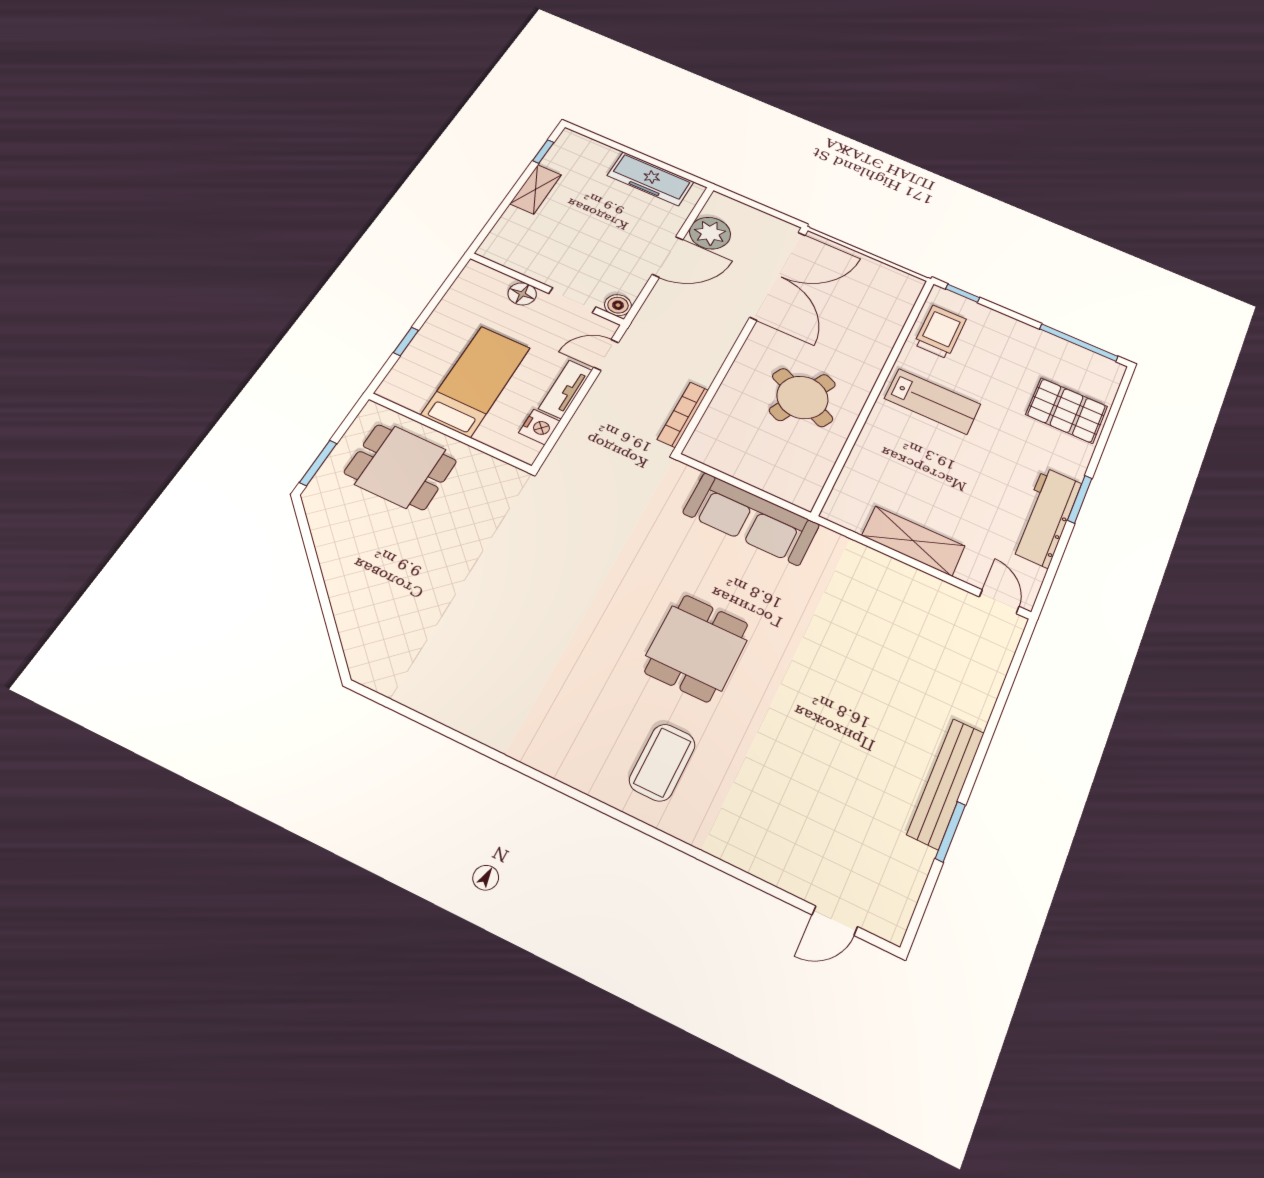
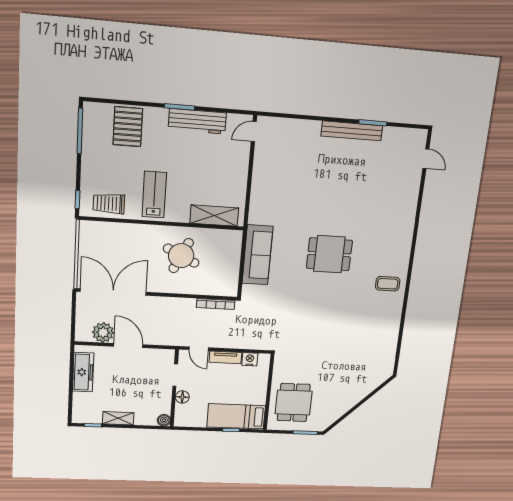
boiler: (618, 305) -> (164, 420), moved
bed: (476, 381) -> (236, 416), moved
shelving: (913, 541) -> (214, 216), moved, turned 90
coffee table: (662, 762) -> (388, 284), moved, width x0.73, depth x0.77

